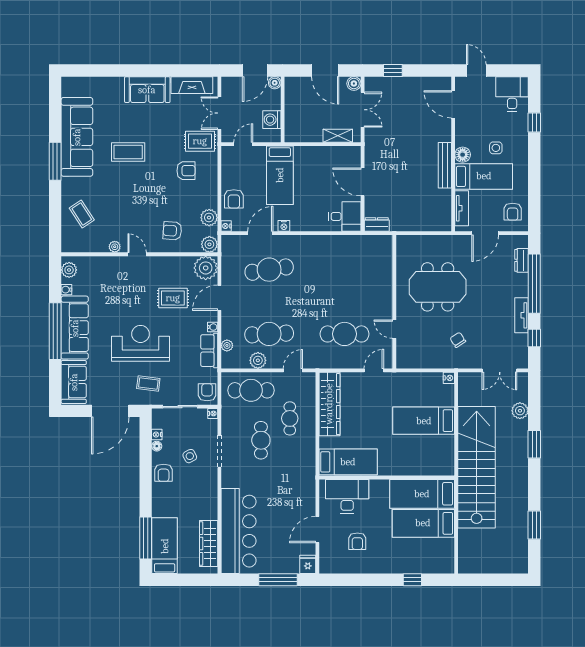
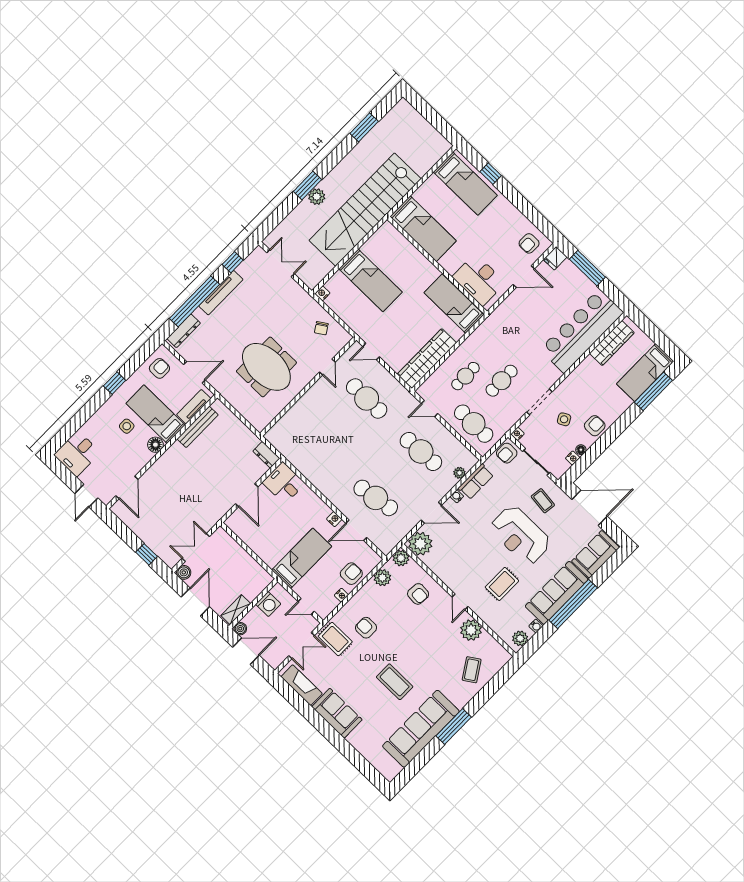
window: (534, 123) -> (115, 383), moved
shelving: (338, 136) -> (236, 610), moved, turned 90
bench: (445, 165) -> (198, 427), moved
nightstand: (226, 226) -> (341, 595), moved
plant: (115, 247) -> (471, 630), width x1.87, depth x1.87
dresser: (522, 260) -> (184, 331), width x1.44
rug: (173, 298) -> (502, 584), moved, turned 90
tv unit: (522, 315) -> (221, 293), width x1.41
chair: (458, 340) -> (321, 328), moved
plant: (258, 360) -> (448, 440), removed
plant: (520, 411) -> (317, 197), moved
bed: (423, 523) -> (465, 184), moved
armchair: (357, 541) -> (529, 243), moved, turned 180

